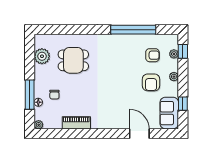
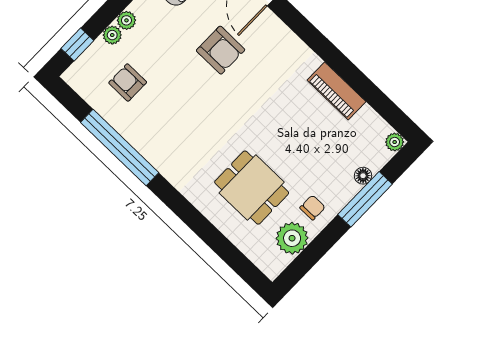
plant: (174, 54) -> (112, 35), moved
armchair: (151, 82) -> (221, 50), moved, turned 90
chair: (54, 95) -> (313, 207), moved

